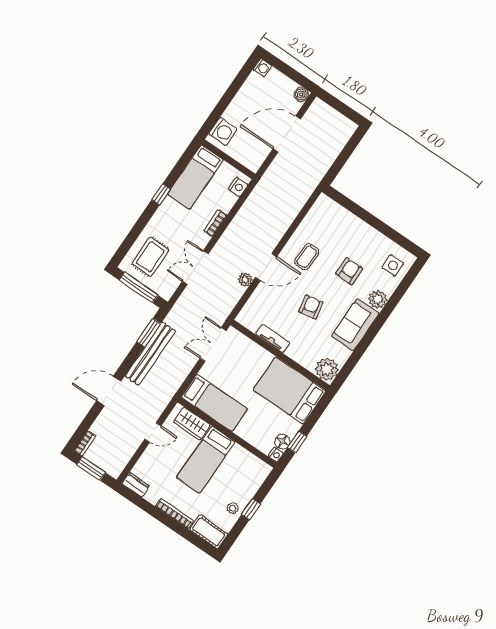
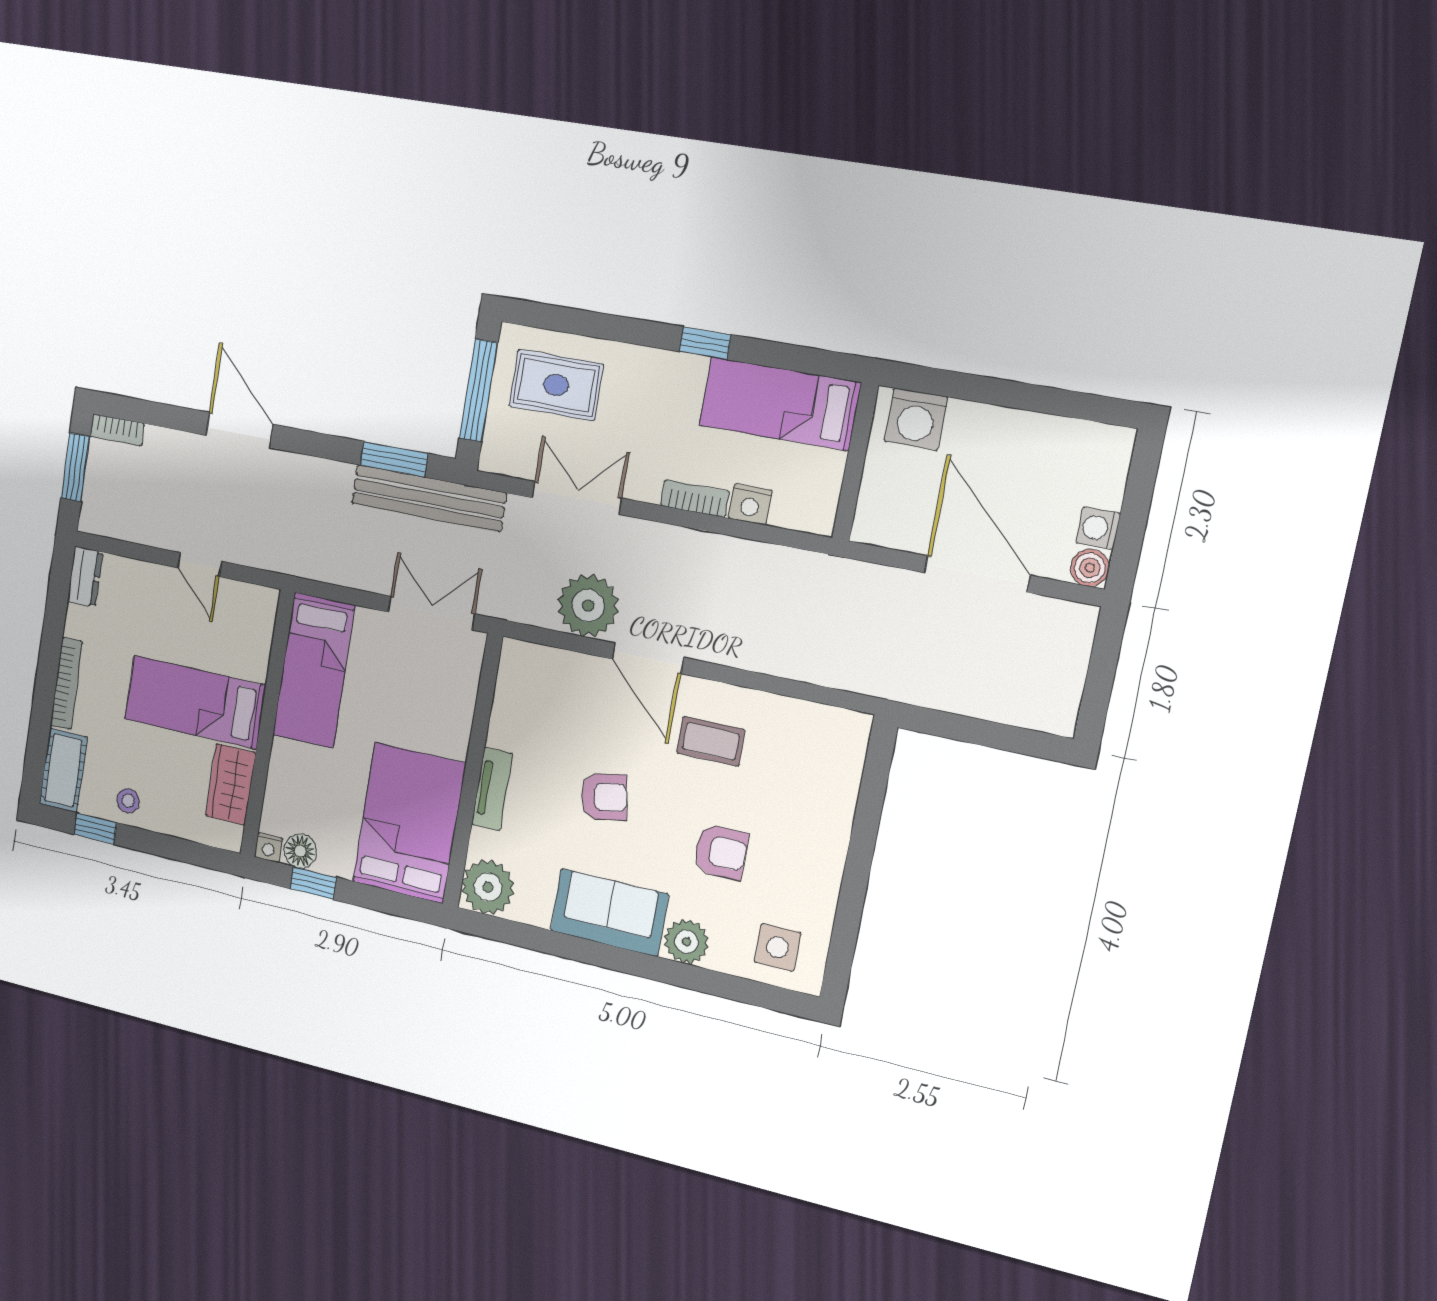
washing machine: (262, 68) -> (1098, 528), moved, turned 90
nightstand: (238, 187) -> (750, 504), moved
plant: (245, 280) -> (588, 606), width x1.88, depth x1.88
tv unit: (273, 339) -> (492, 789), moved
bench: (150, 354) -> (428, 498), moved
wardrobe: (192, 424) -> (231, 784), moved
window: (251, 509) -> (95, 829), moved

